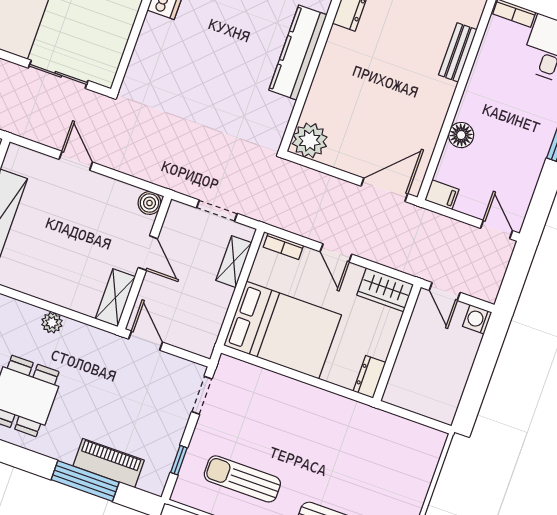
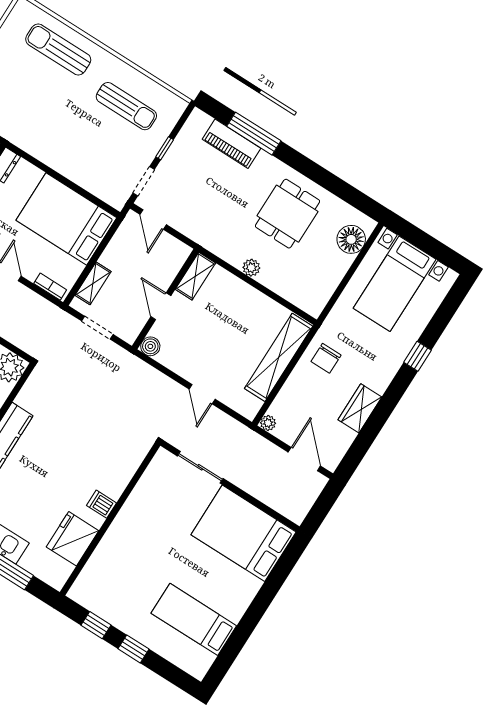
door: (146, 341) -> (153, 219), moved
window: (179, 460) -> (165, 148), moved

